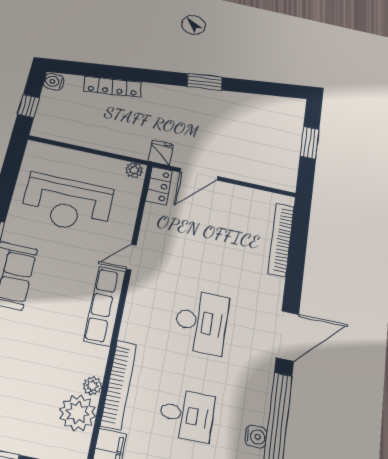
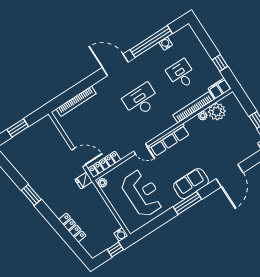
water cooler: (54, 82) -> (121, 234), moved
locker: (159, 186) -> (104, 164), width x1.53

